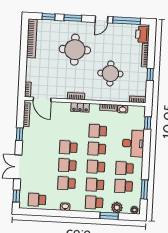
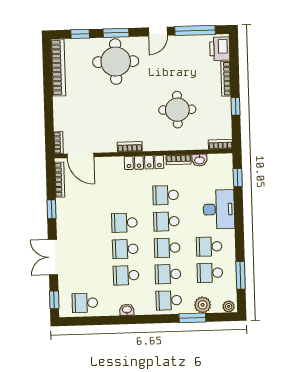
round table: (75, 50) -> (116, 62), moved
locker: (80, 107) -> (144, 162), width x1.53

